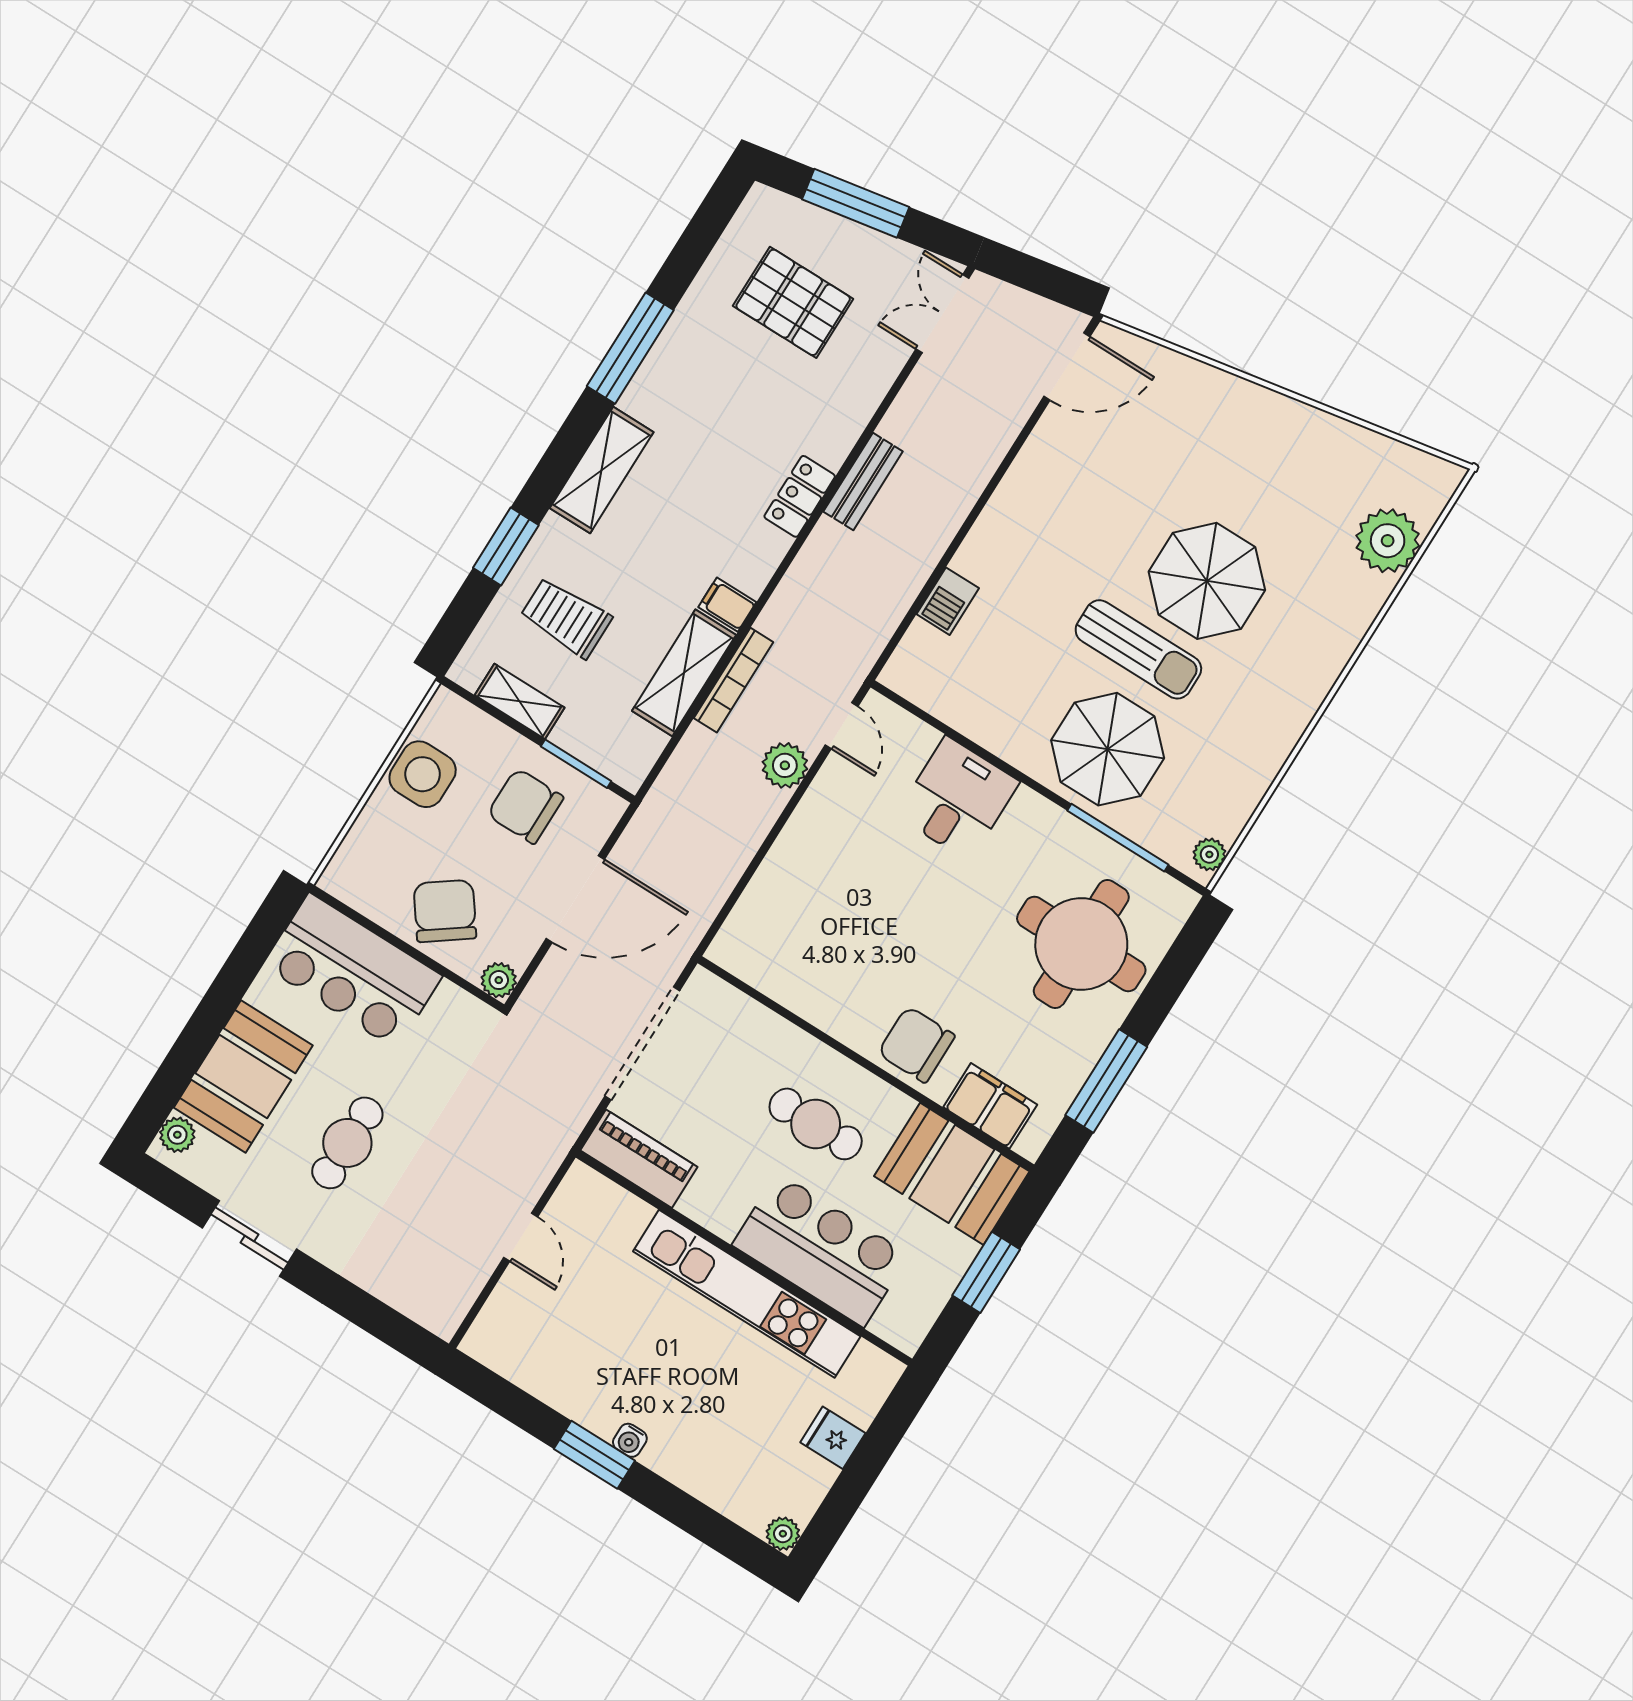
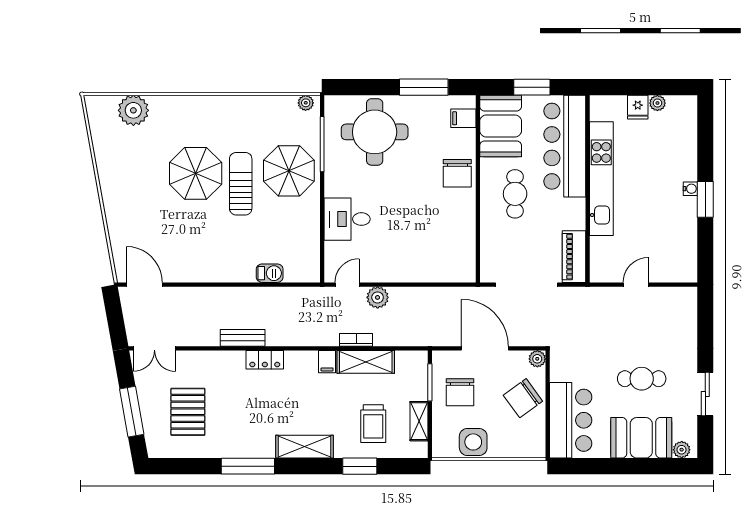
bookcase: (734, 680) -> (356, 340), width x0.64
filing cabinet: (990, 1106) -> (463, 118), width x0.50
bar counter: (821, 1250) -> (565, 146), width x1.36
plant: (783, 1534) -> (657, 103), moved

